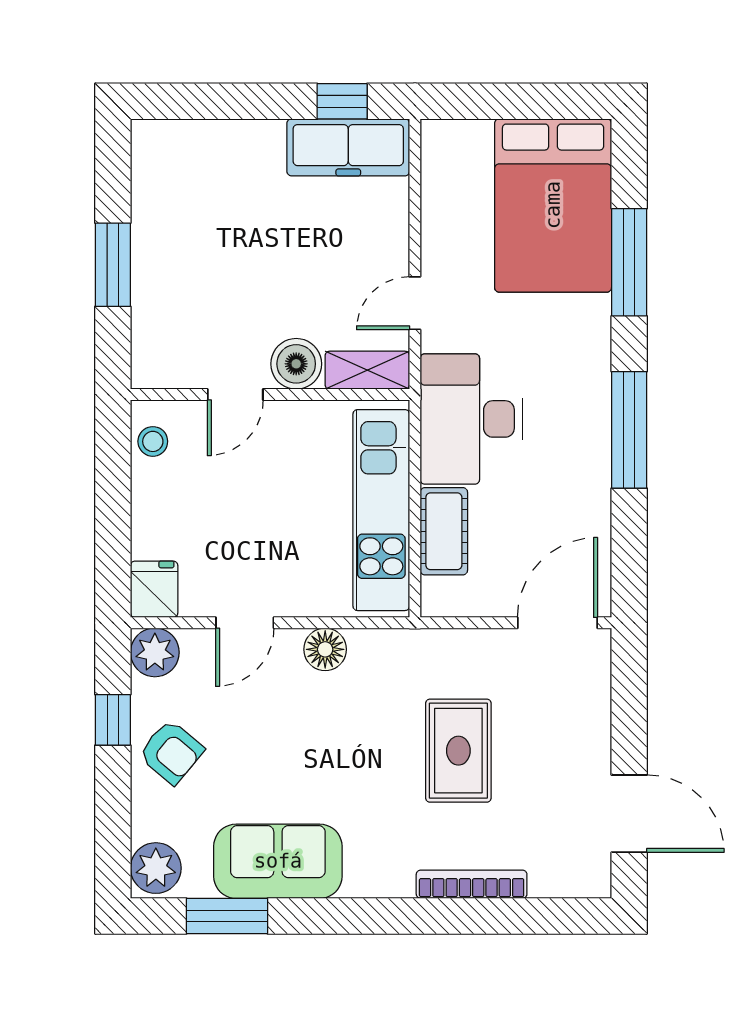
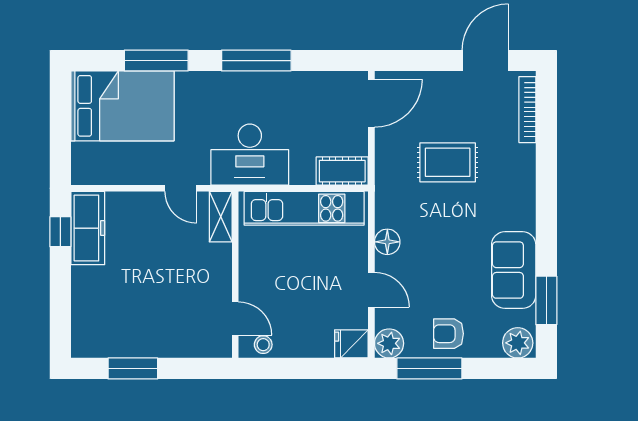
window: (113, 265) -> (133, 368), moved
boiler: (296, 364) -> (217, 259), removed
door: (235, 395) -> (235, 319), moved
cot: (444, 531) -> (342, 171), moved
door: (557, 623) -> (371, 103), swing flipped
window: (113, 720) -> (429, 368), width x2.17
armchair: (171, 752) -> (449, 334), turned -130
bookcase: (472, 884) -> (527, 110), moved

